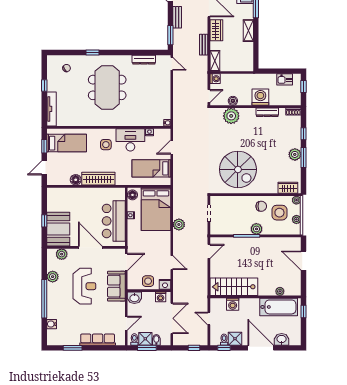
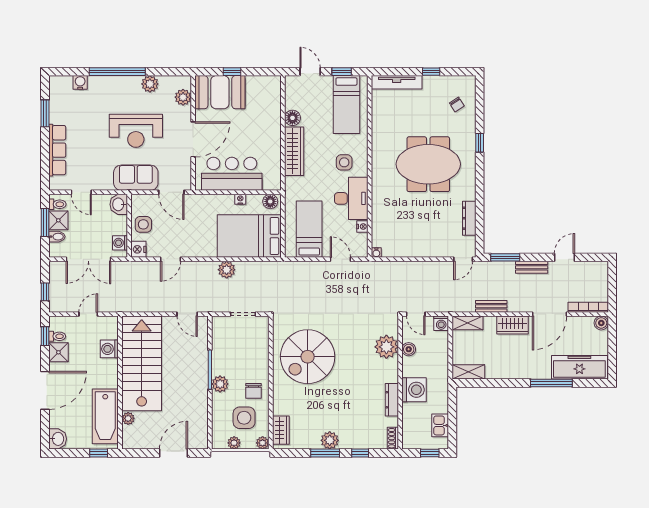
shelving: (248, 31) -> (468, 372), moved
stairs: (234, 287) -> (142, 363), width x1.36, depth x1.51
washbasin: (282, 339) -> (58, 439), moved

